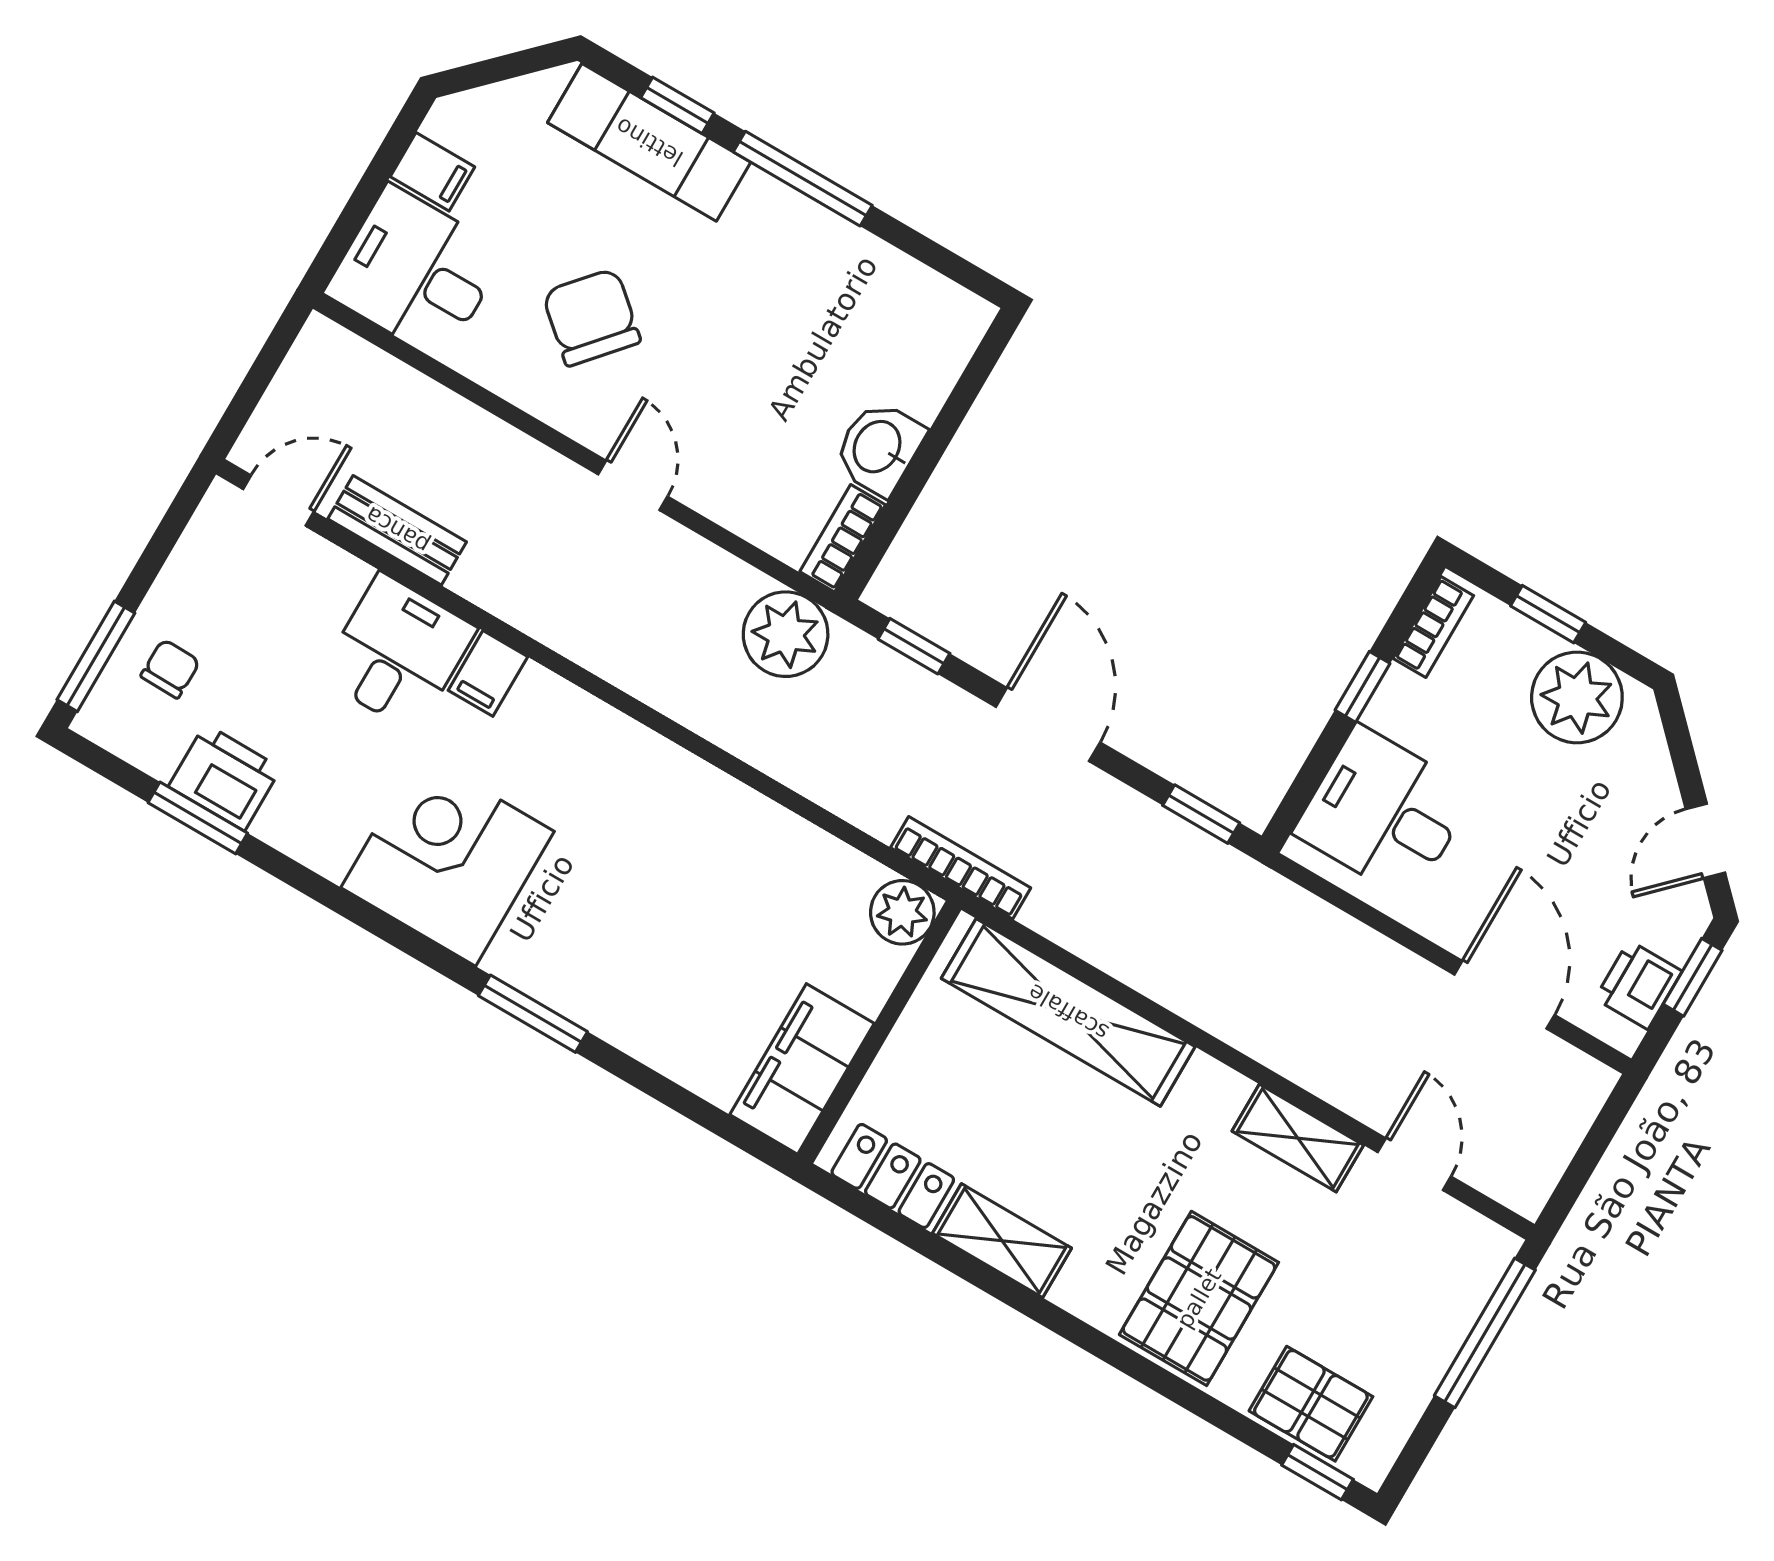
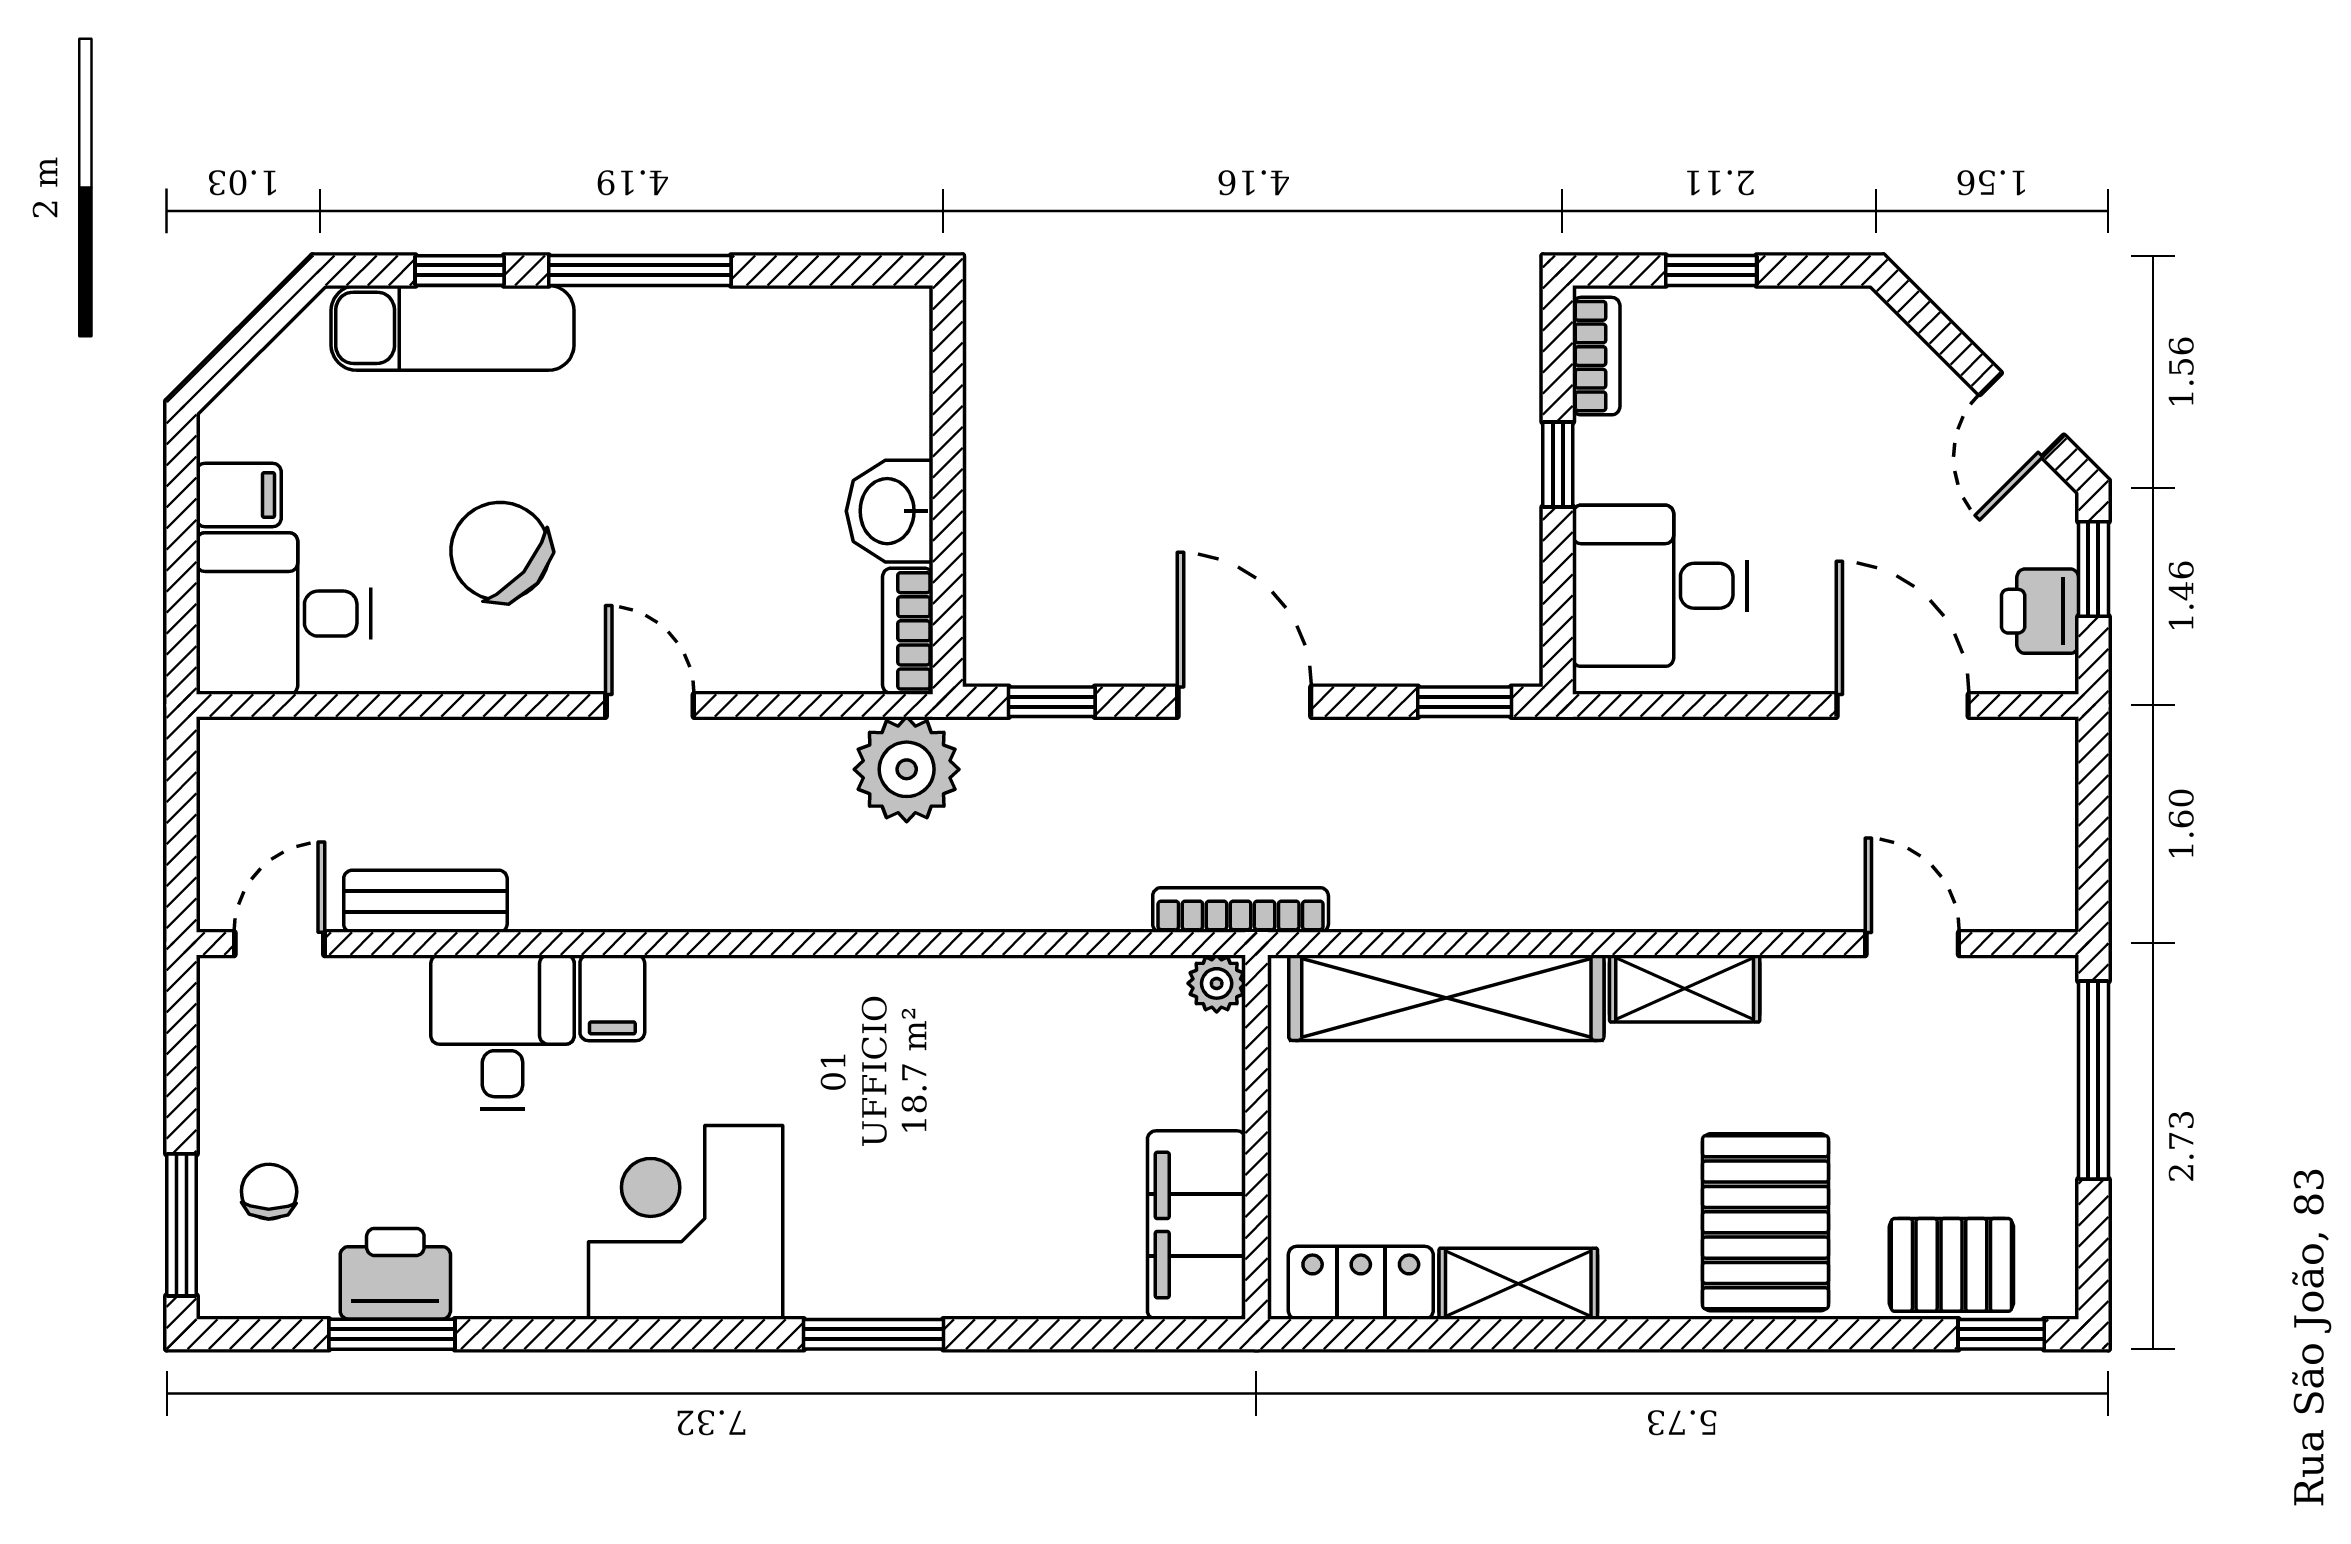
plant: (1577, 697) -> (1794, 342), removed
plant: (902, 912) -> (1217, 983), width x0.73, depth x0.73
shelving: (1298, 1138) -> (1685, 989), moved

